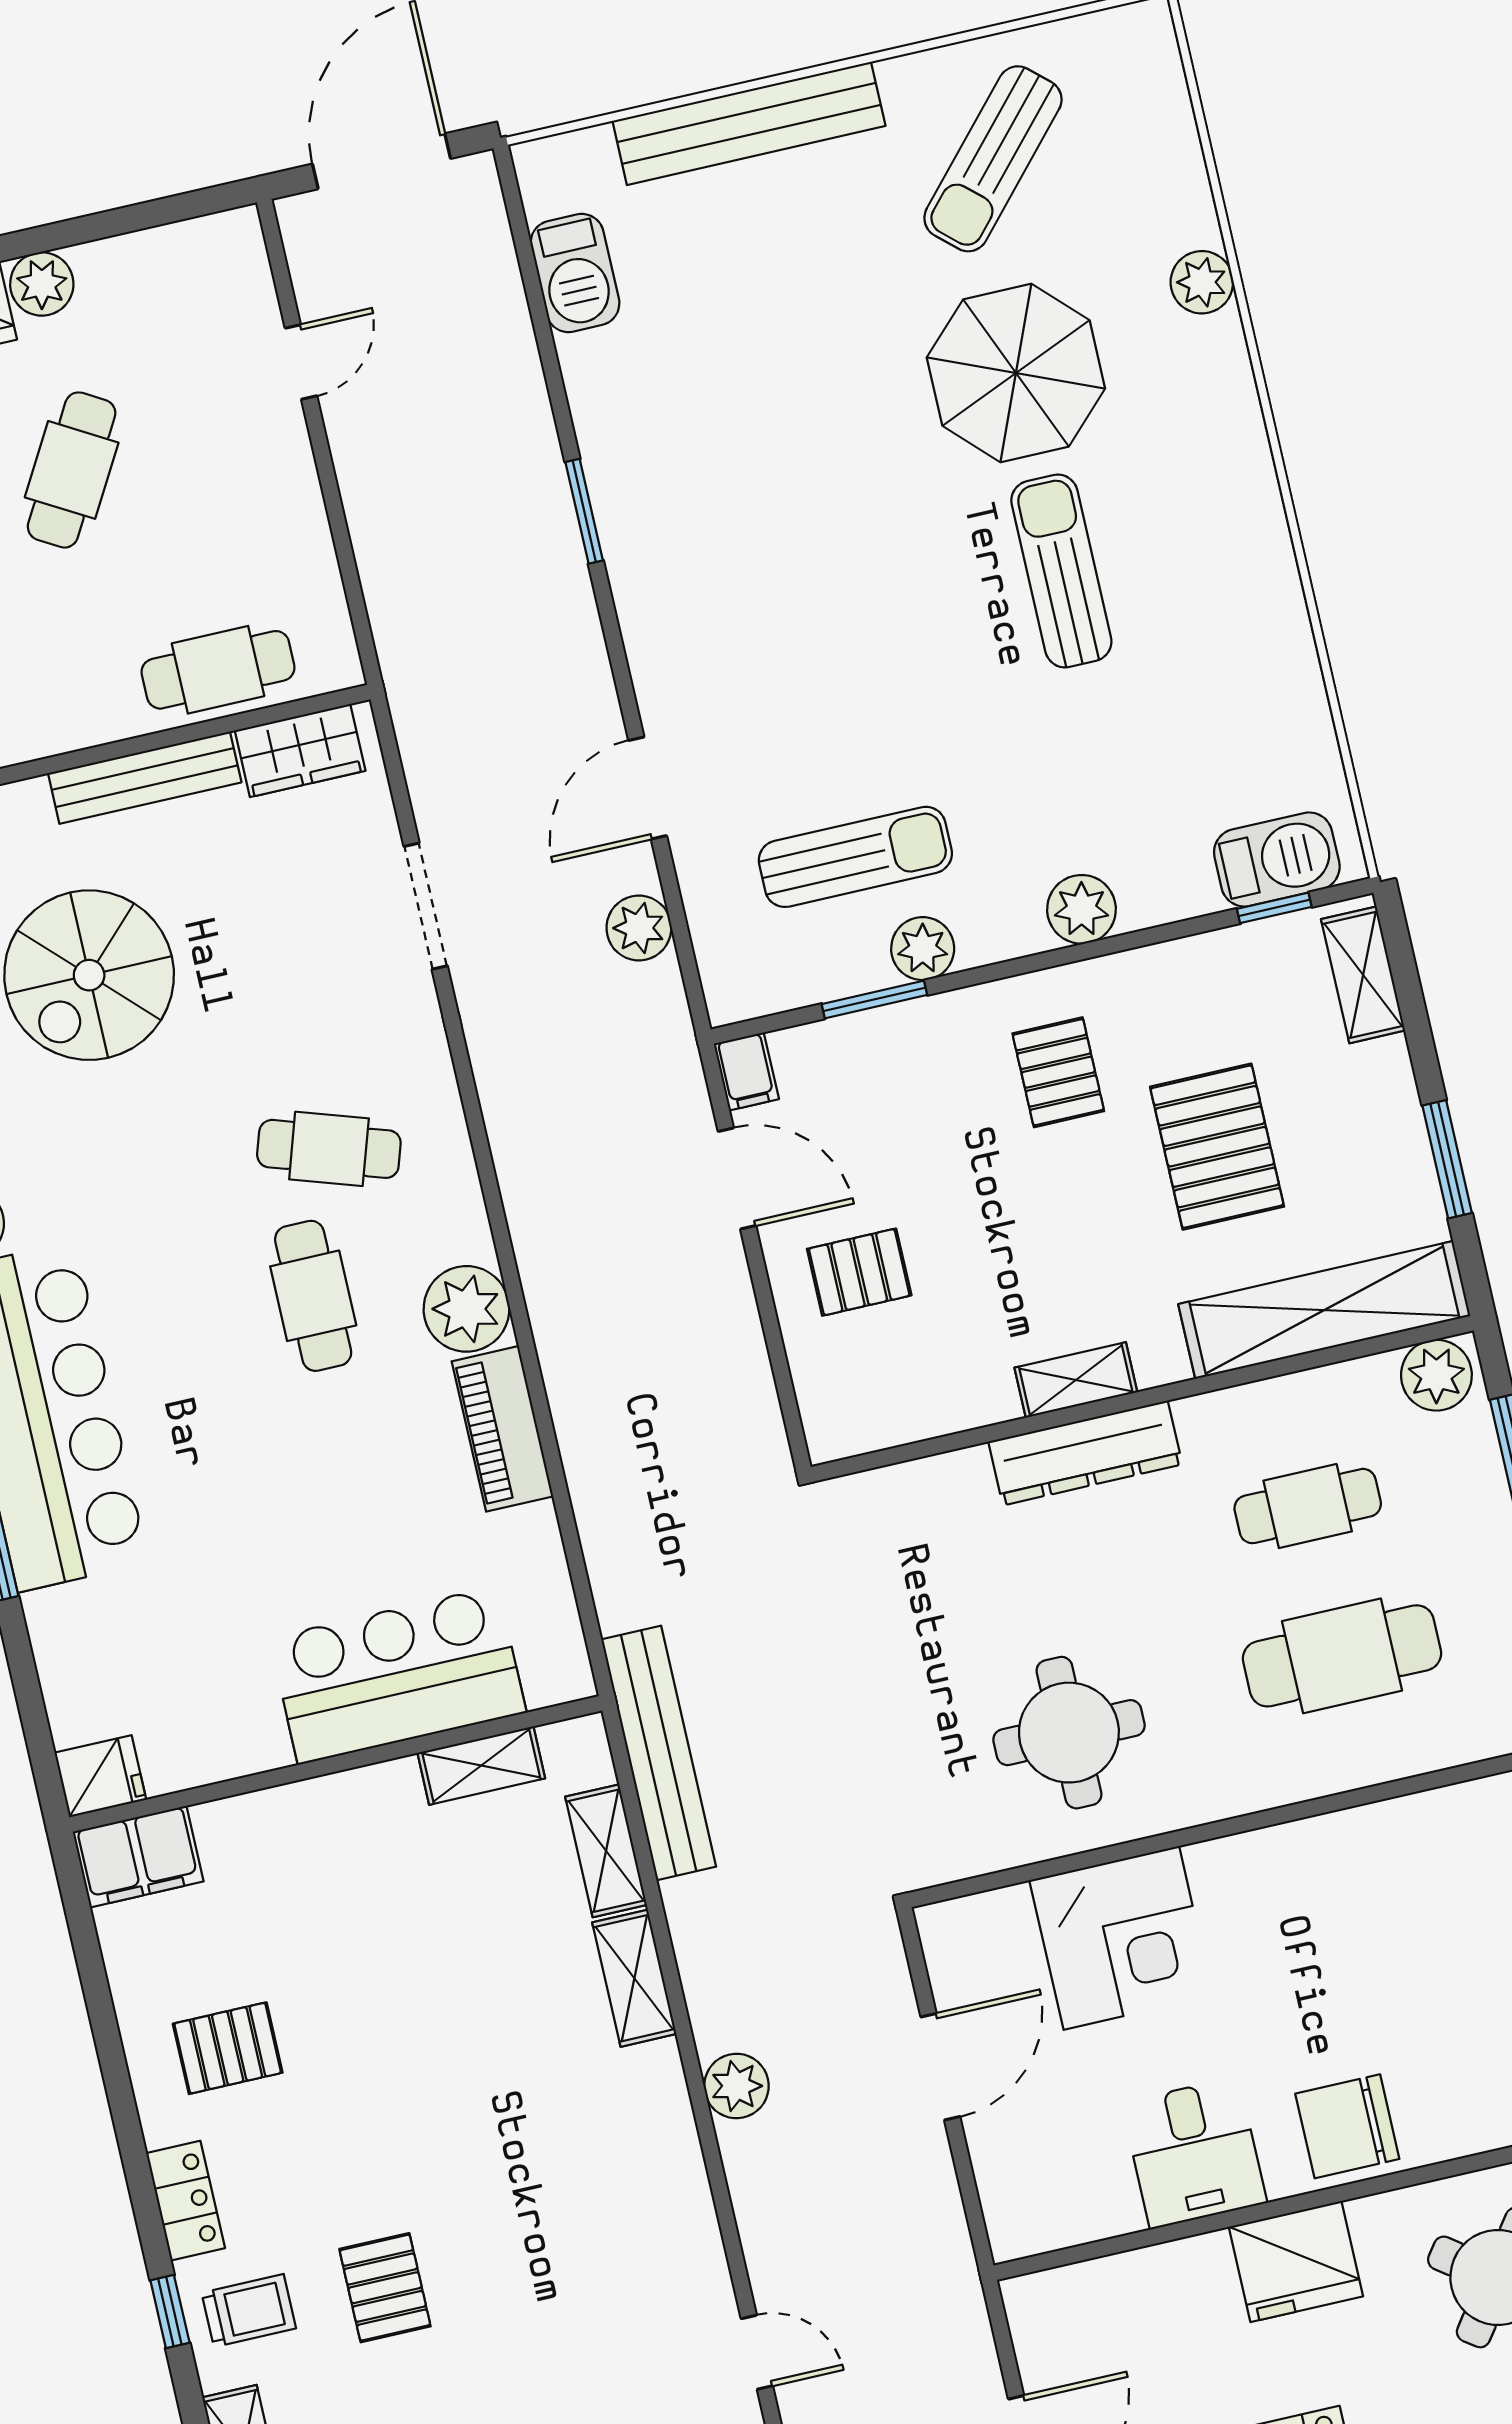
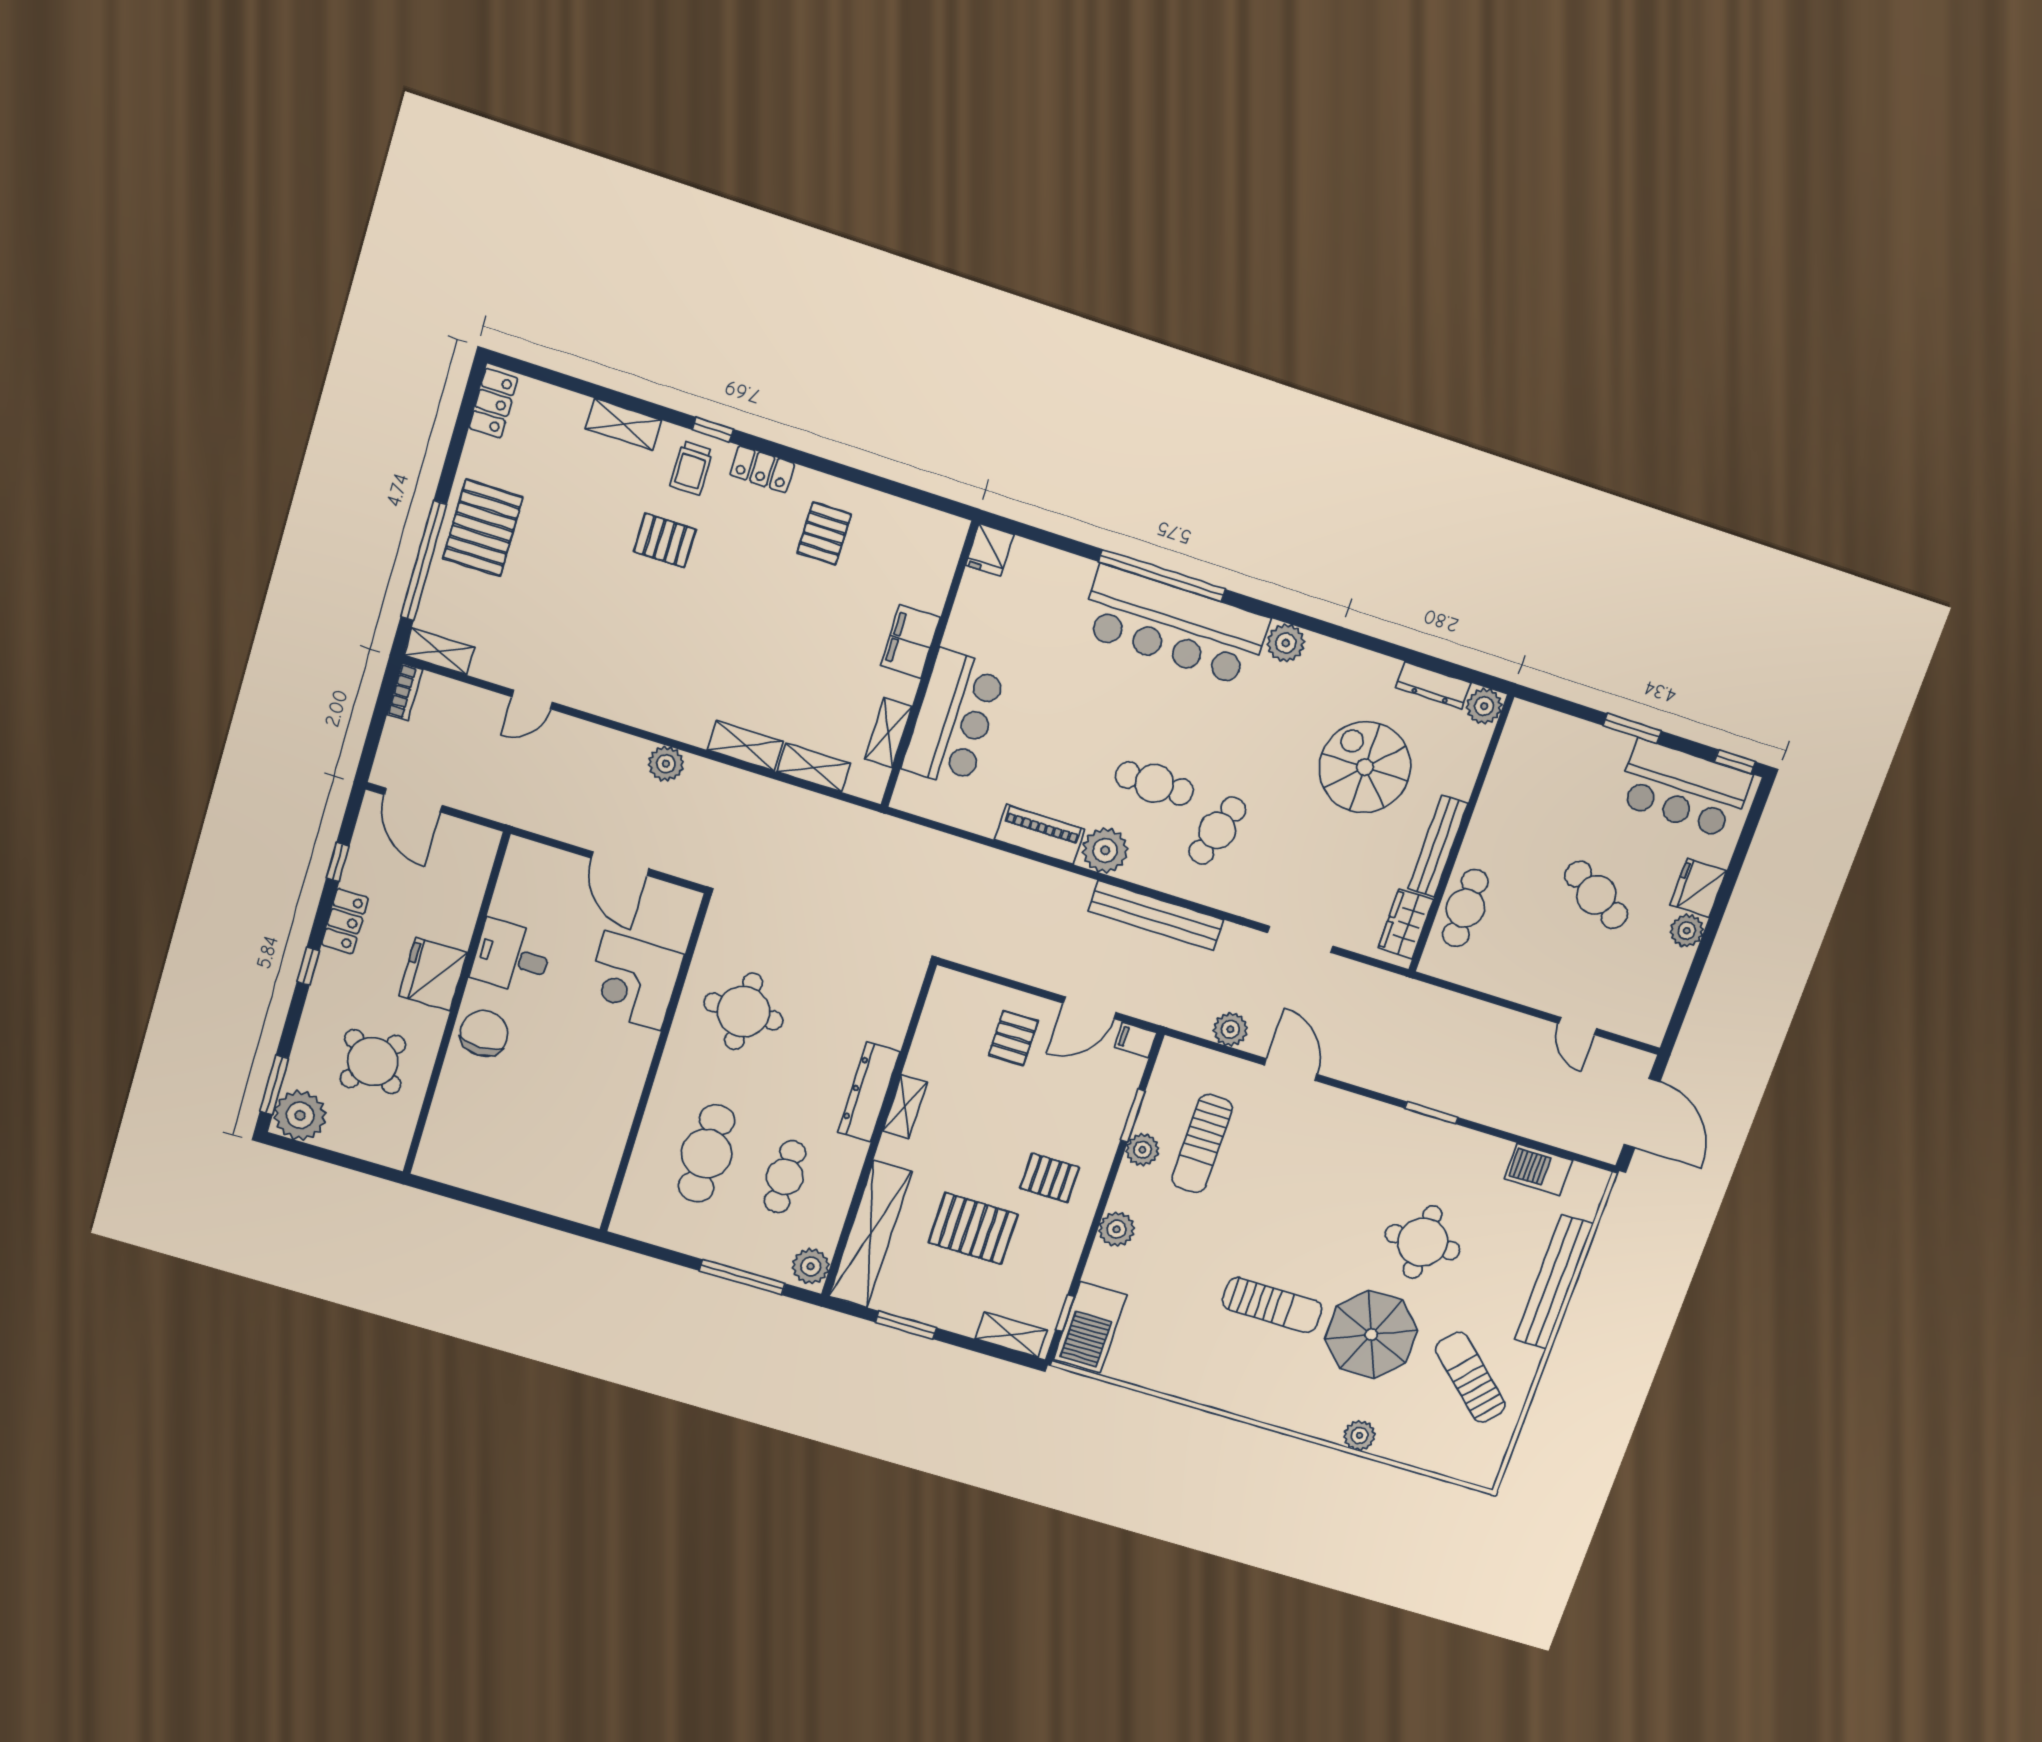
round table: (809, 387) -> (1423, 1242), added
barbecue: (1277, 860) -> (1090, 1327), width x1.37, depth x1.21
bench: (659, 1753) -> (1156, 916), moved
filing cabinet: (138, 1857) -> (910, 642), moved

